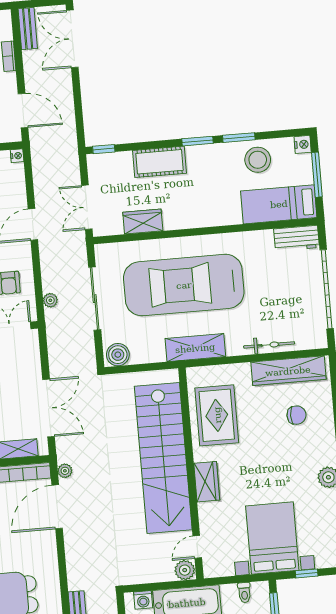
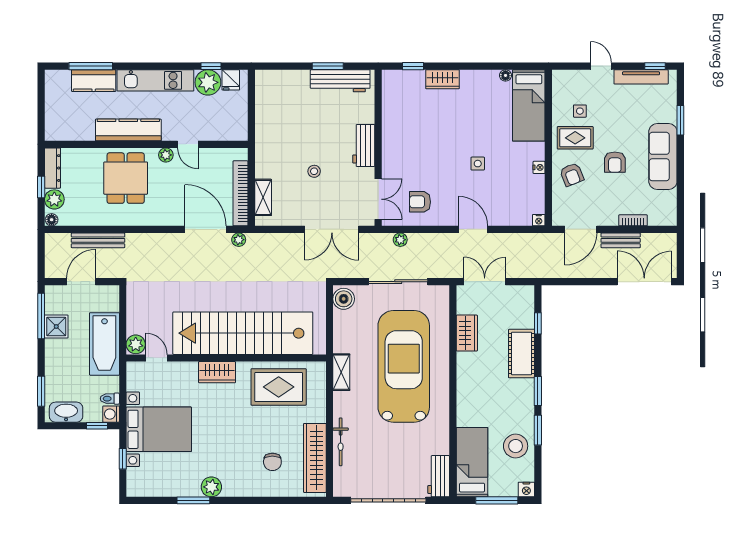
bench: (28, 29) -> (621, 240), moved
window: (104, 149) -> (538, 323), moved
shelving: (195, 348) -> (341, 372), width x0.67, depth x0.75
double door: (49, 408) -> (332, 229), moved
washing machine: (143, 600) -> (111, 414), moved

